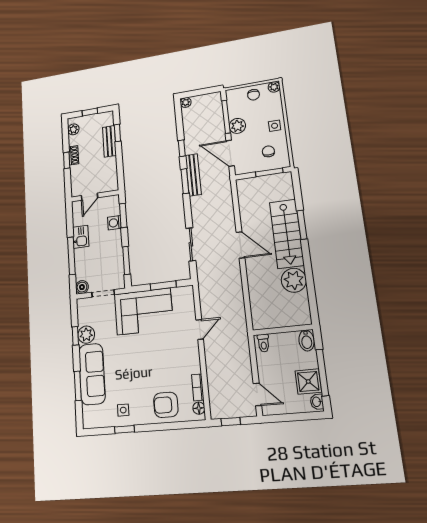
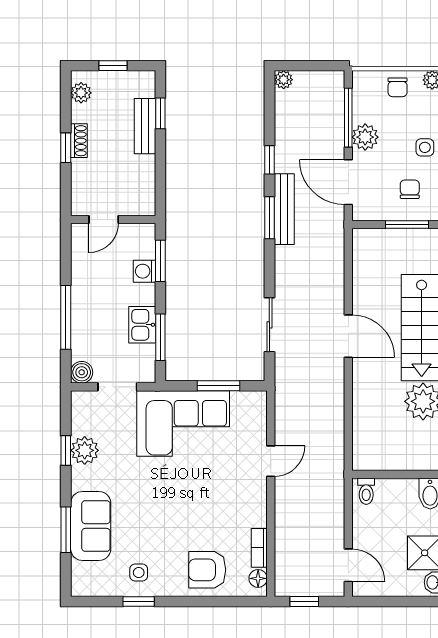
kitchen sink: (81, 237) -> (142, 325), moved, turned 180
sofa: (92, 374) -> (91, 526), width x0.73

